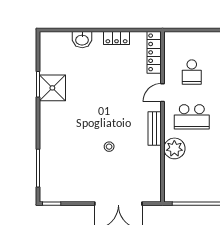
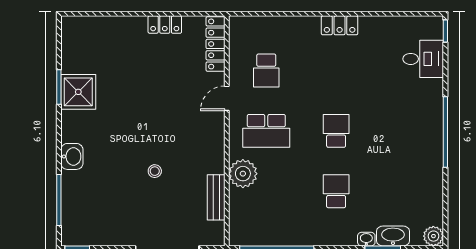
washbasin: (82, 40) -> (72, 156), moved, turned -90
bench: (155, 129) -> (216, 197), moved

